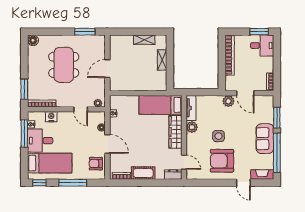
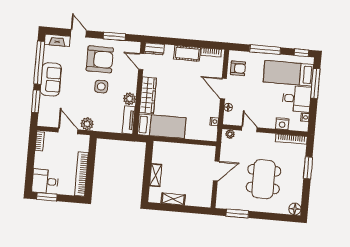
window: (24, 89) -> (308, 168), moved
window: (24, 134) -> (315, 83), moved
window: (211, 183) -> (114, 36), added

